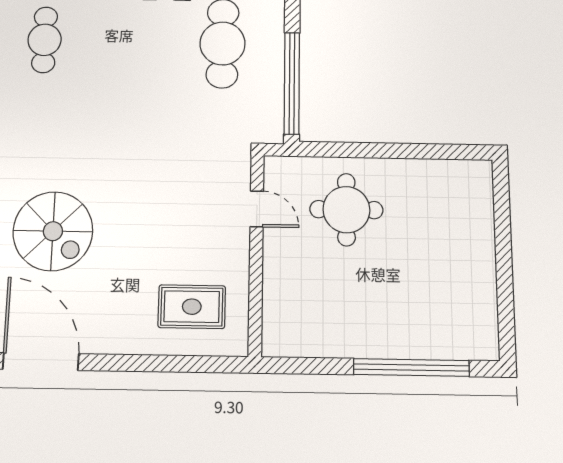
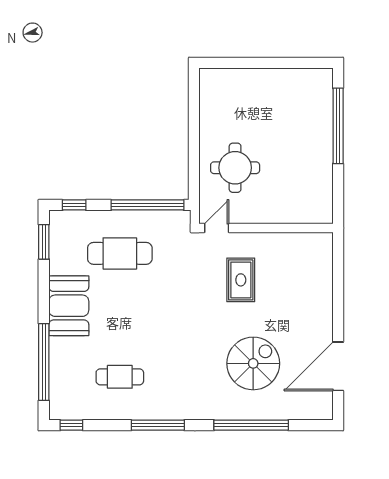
door: (257, 209) -> (217, 228), moved
rug: (192, 307) -> (241, 280), moved

